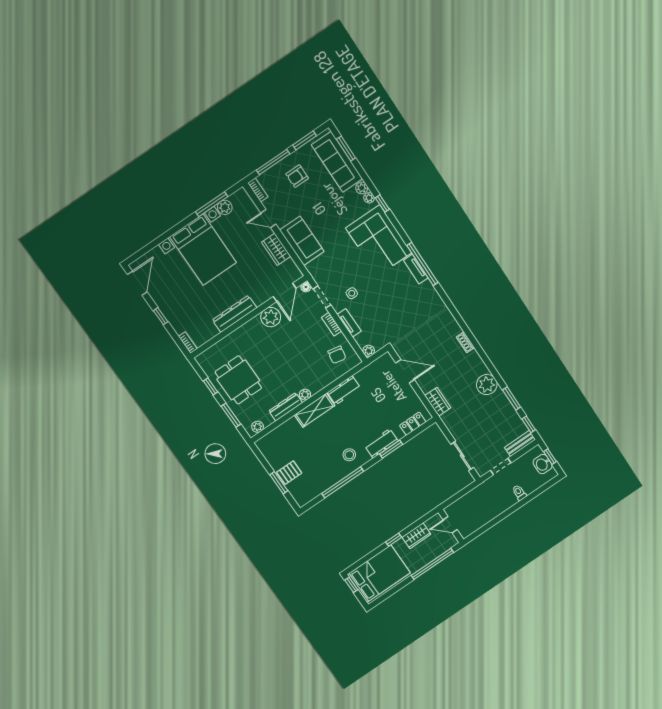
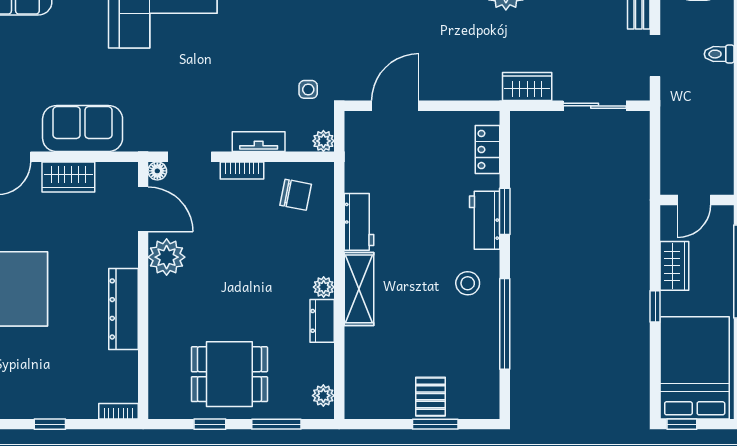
side table: (352, 293) -> (308, 89), moved
wardrobe: (438, 402) -> (527, 86), moved
dresser: (286, 407) -> (322, 321), width x0.70

